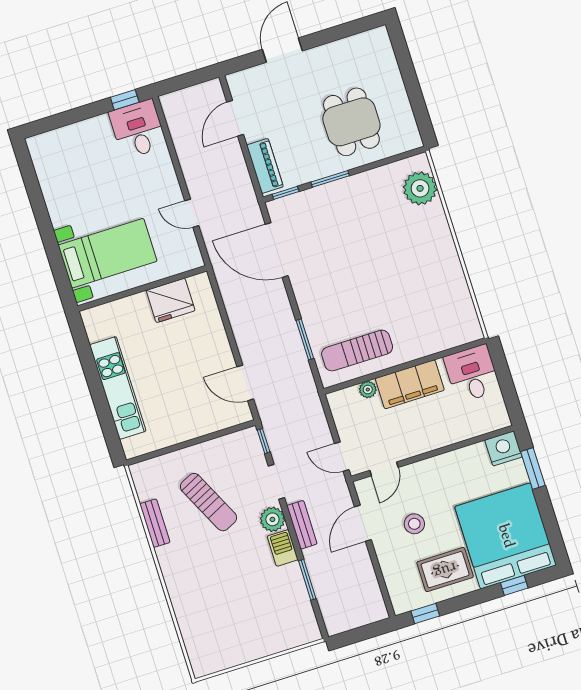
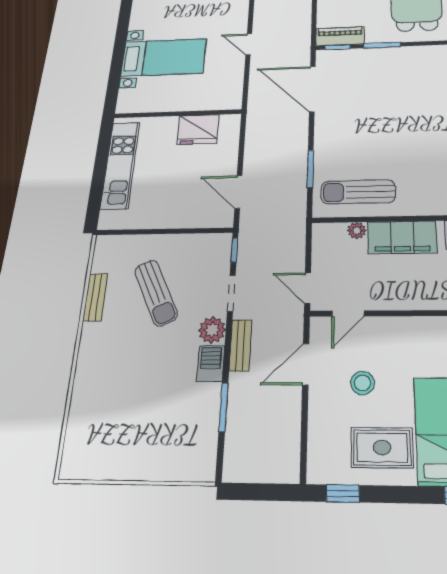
piano: (265, 166) -> (340, 36), moved, turned -90
wall: (142, 289) -> (177, 114), moved
fridge: (171, 300) -> (198, 129), moved

